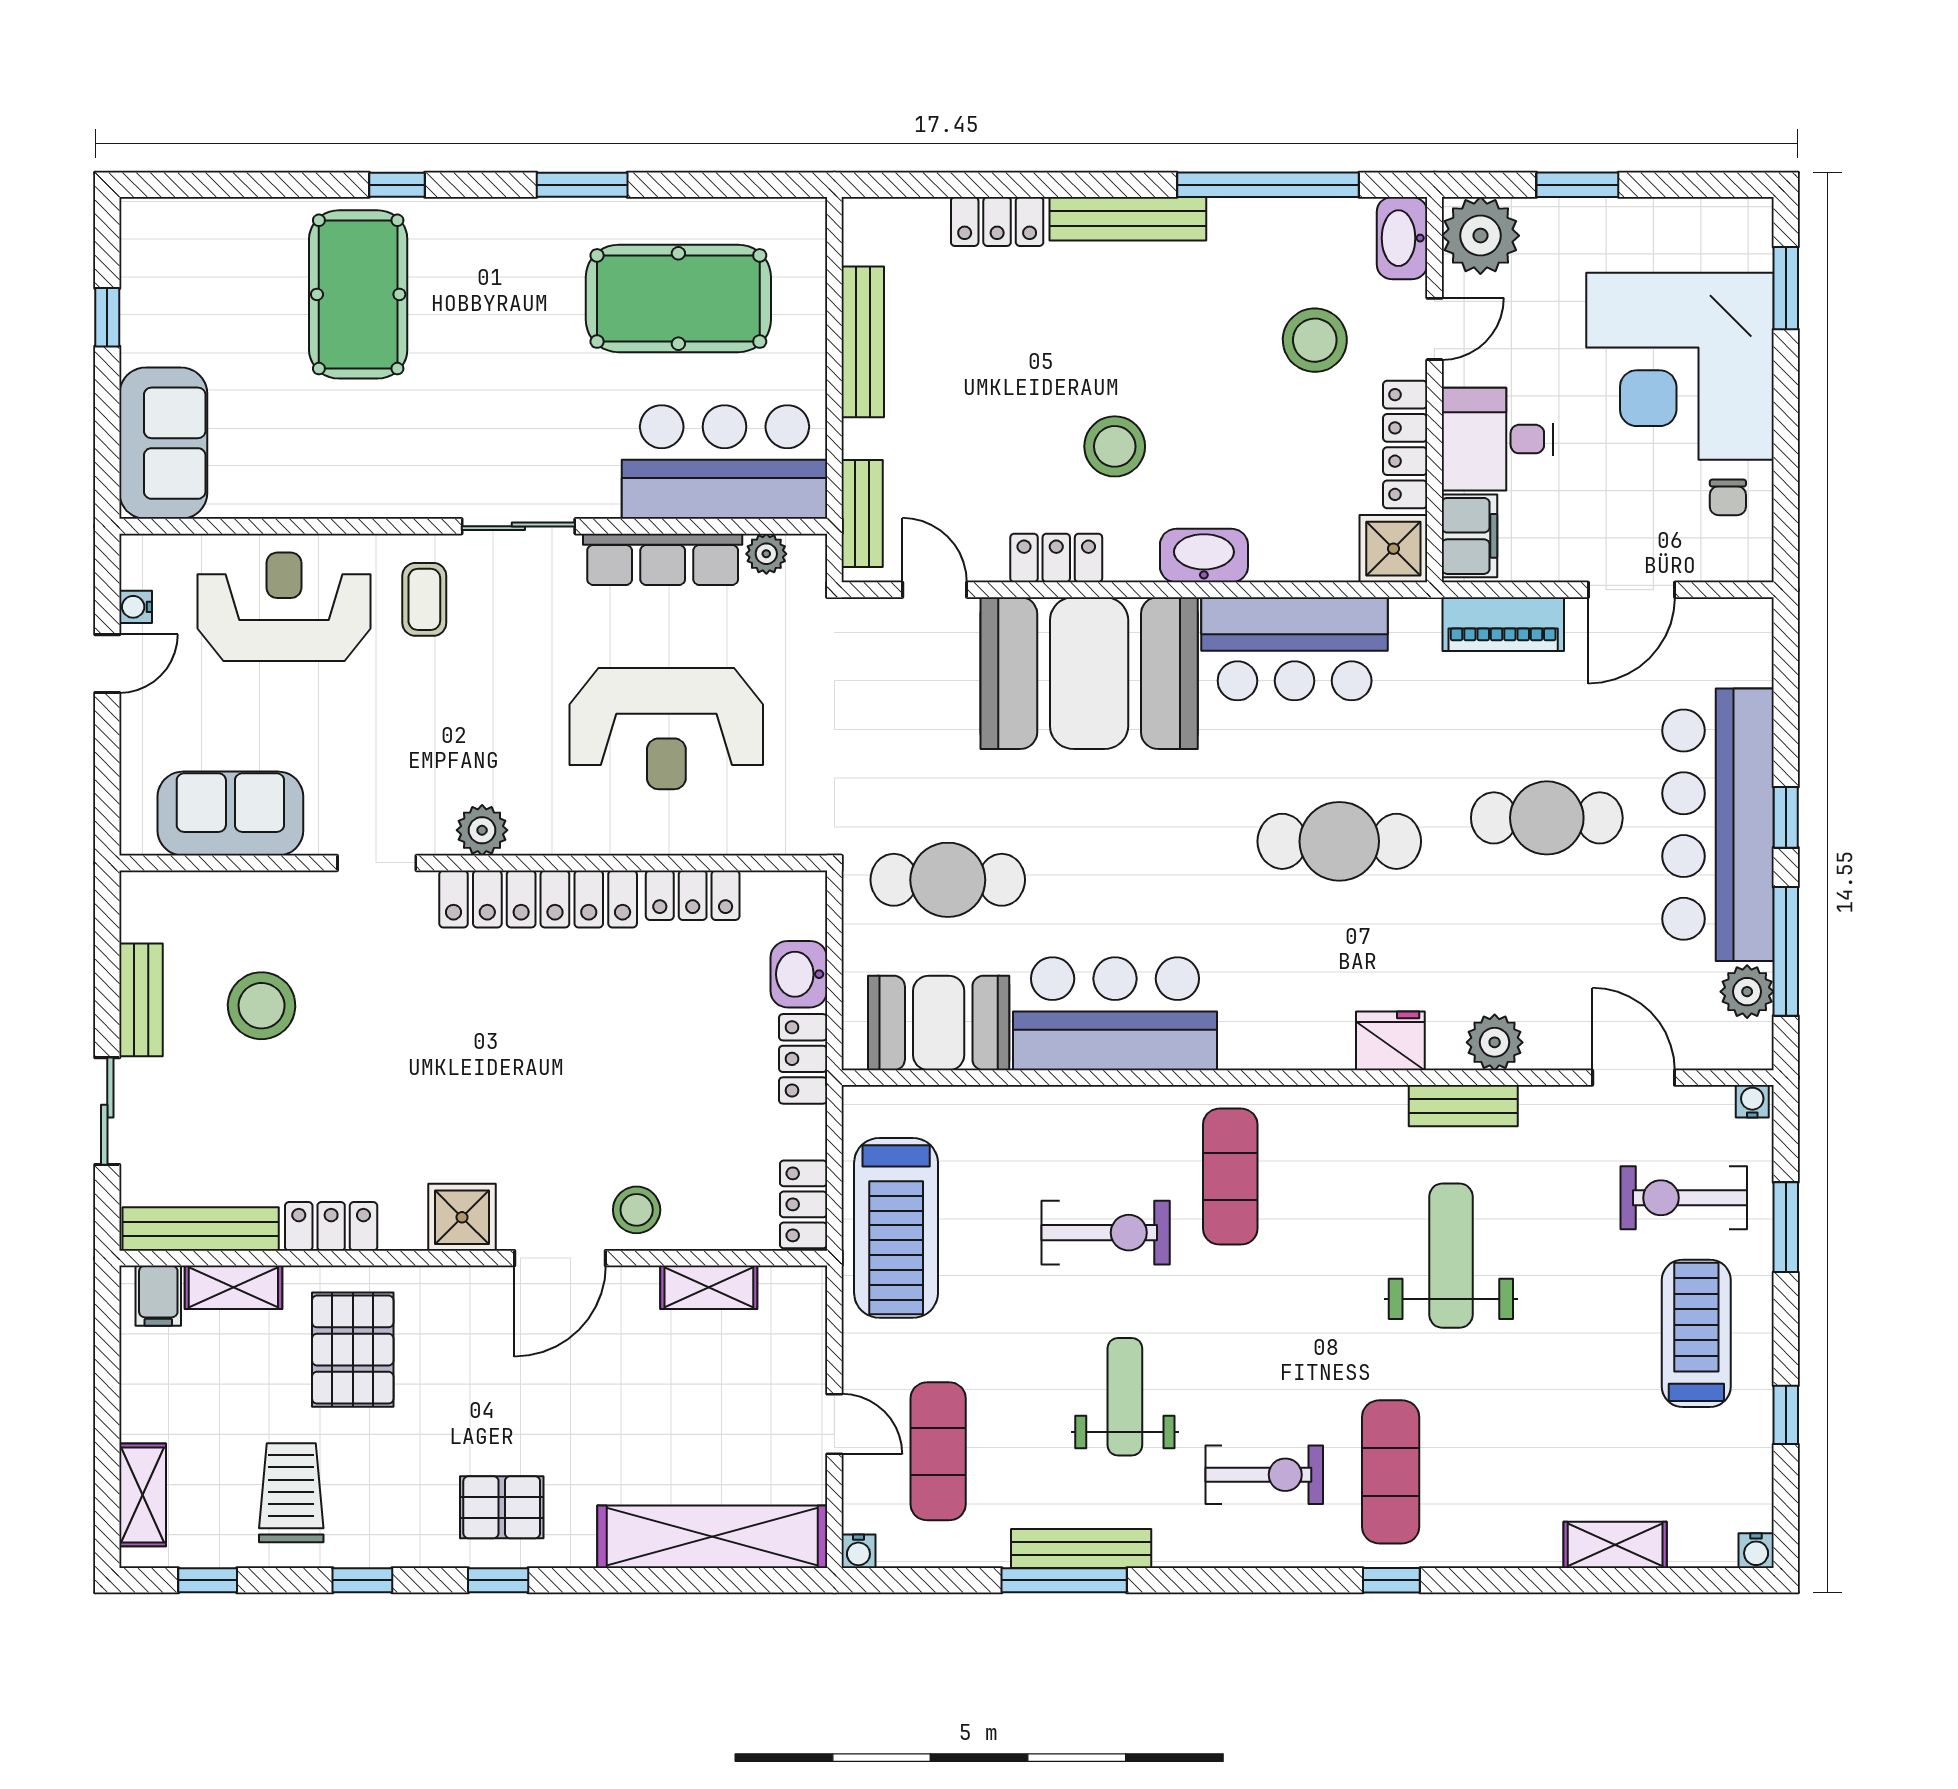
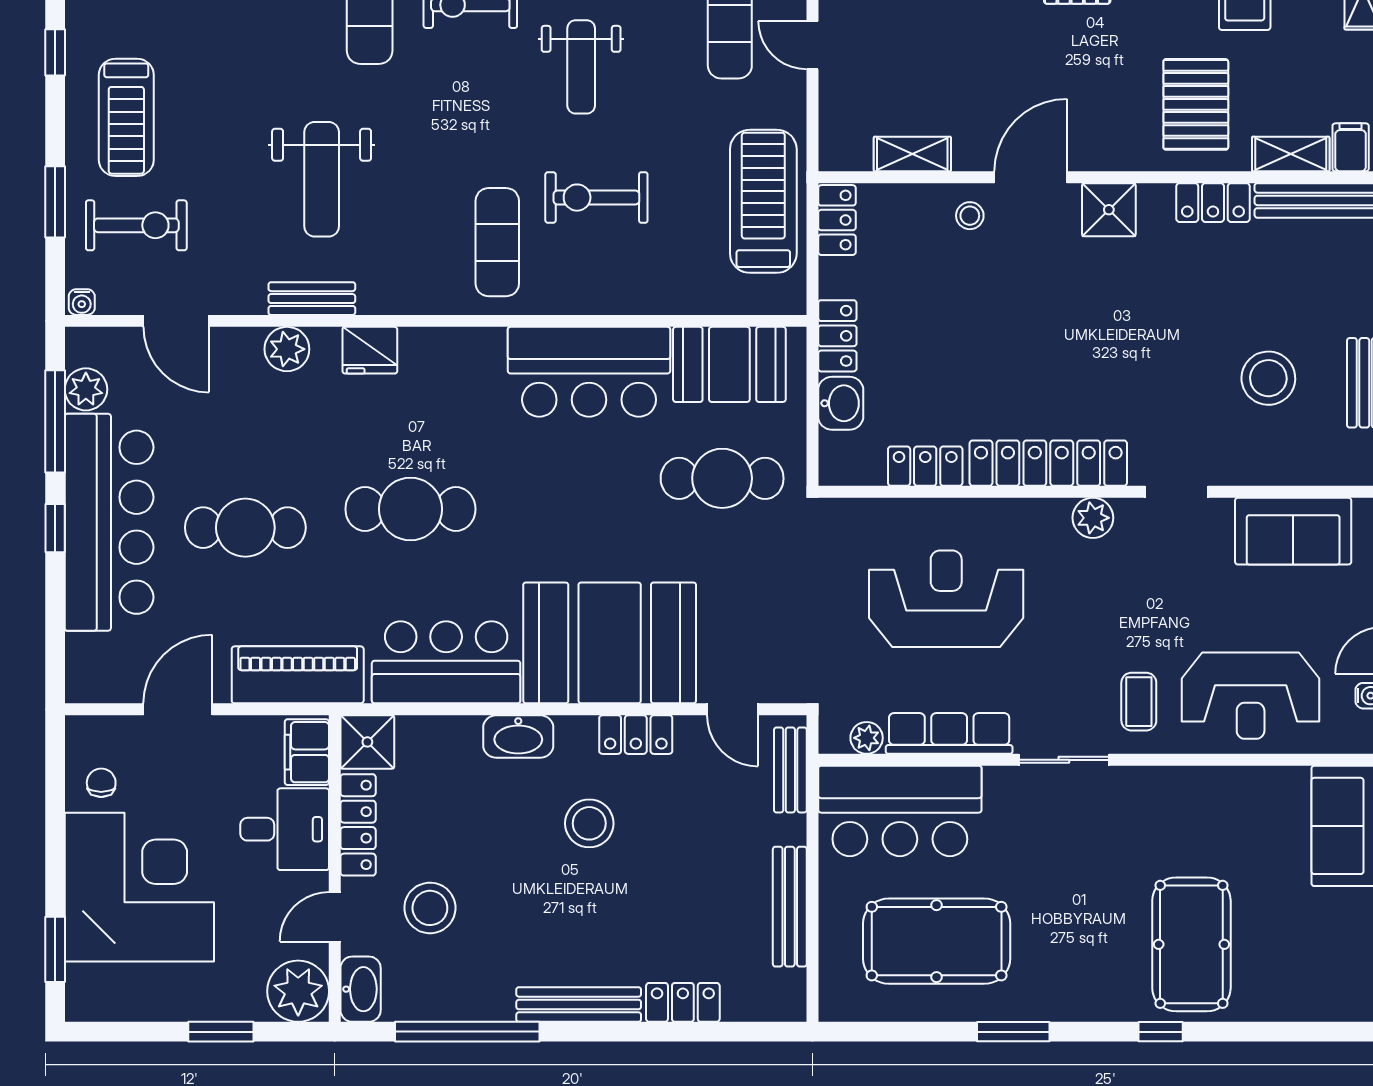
piano: (1503, 624) -> (298, 675), width x1.37, depth x1.33
stool: (637, 1210) -> (970, 216), width x0.73, depth x0.73

